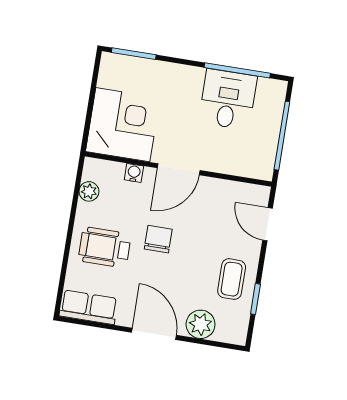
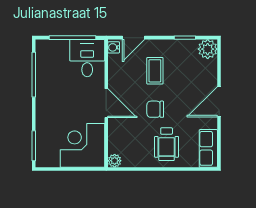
desk: (228, 99) -> (87, 58), moved, turned 90
water cooler: (134, 173) -> (114, 47), moved
plant: (89, 191) -> (115, 161), moved
coffee table: (232, 279) -> (155, 71), moved, turned 90
plant: (201, 324) -> (208, 49), moved

